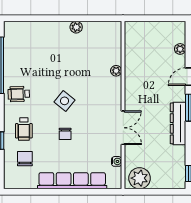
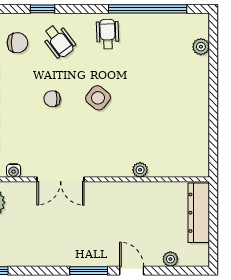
plant: (76, 27) -> (201, 47), moved
dresser: (178, 123) -> (199, 213), moved, turned -90
wheelchair: (24, 129) -> (59, 41), turned -127

